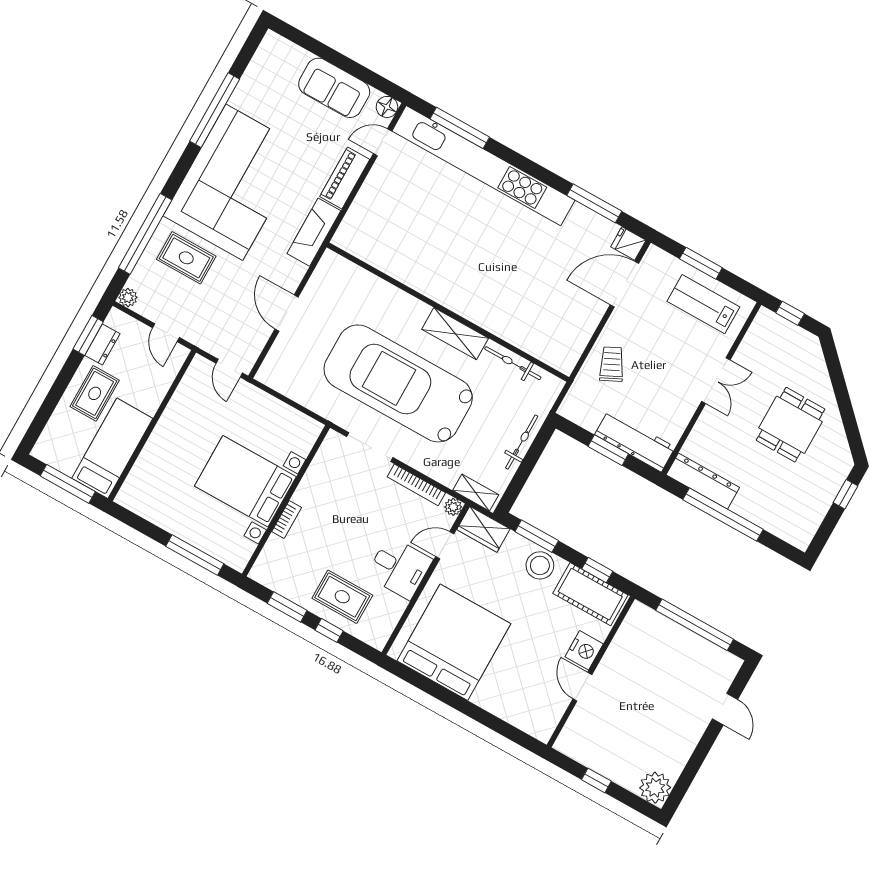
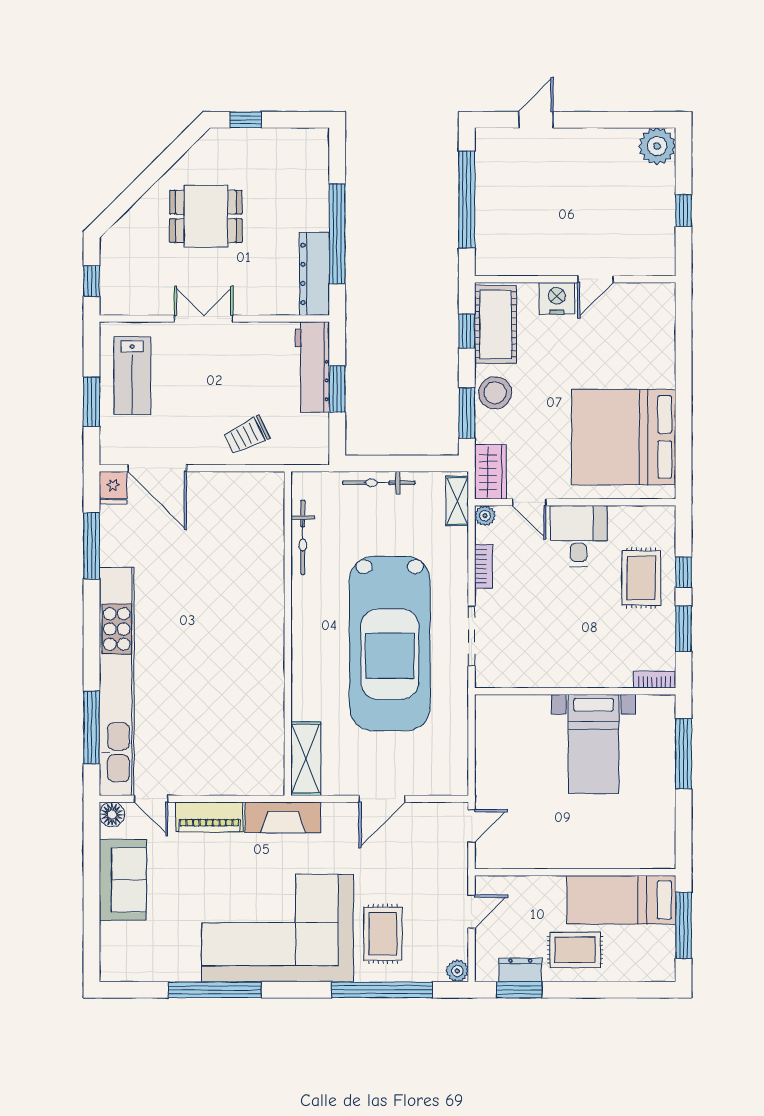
shelving: (455, 334) -> (306, 759), moved
bed with nightstands: (245, 481) -> (594, 744), width x0.73
bookcase: (416, 485) -> (484, 566), width x0.64
bookcase: (287, 519) -> (655, 680), moved

